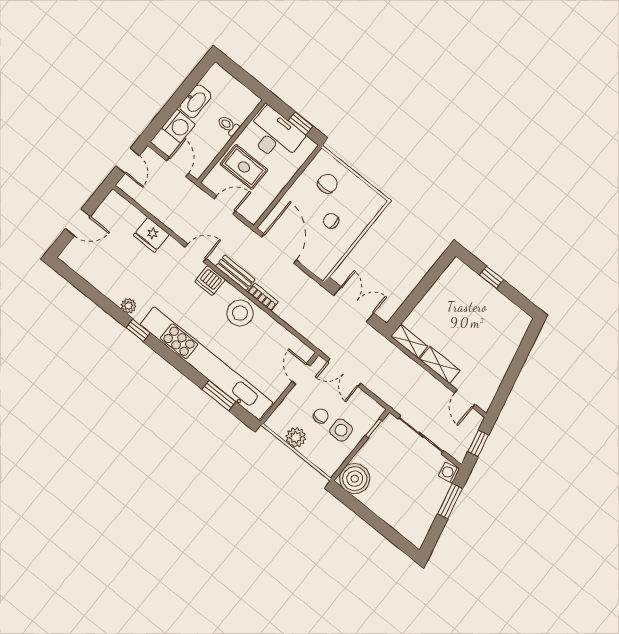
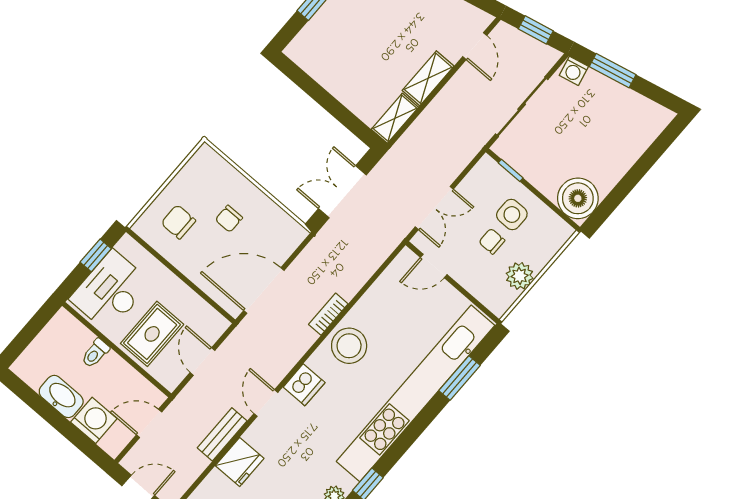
bench: (235, 273) -> (222, 434), moved
door: (465, 399) -> (475, 46), hinge flipped

